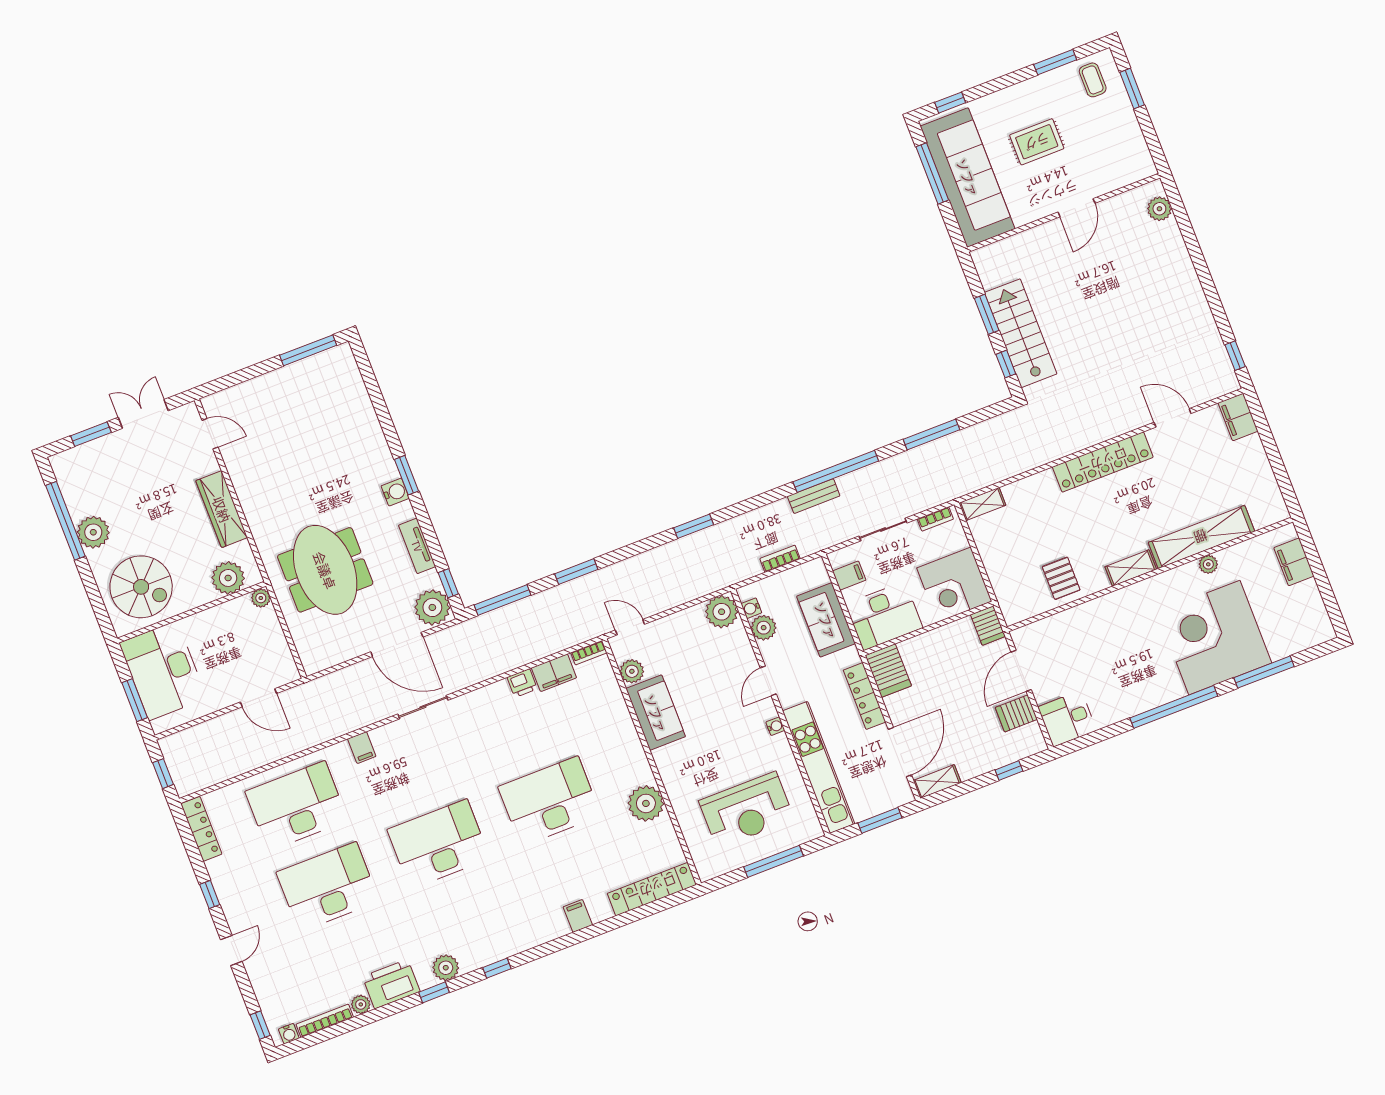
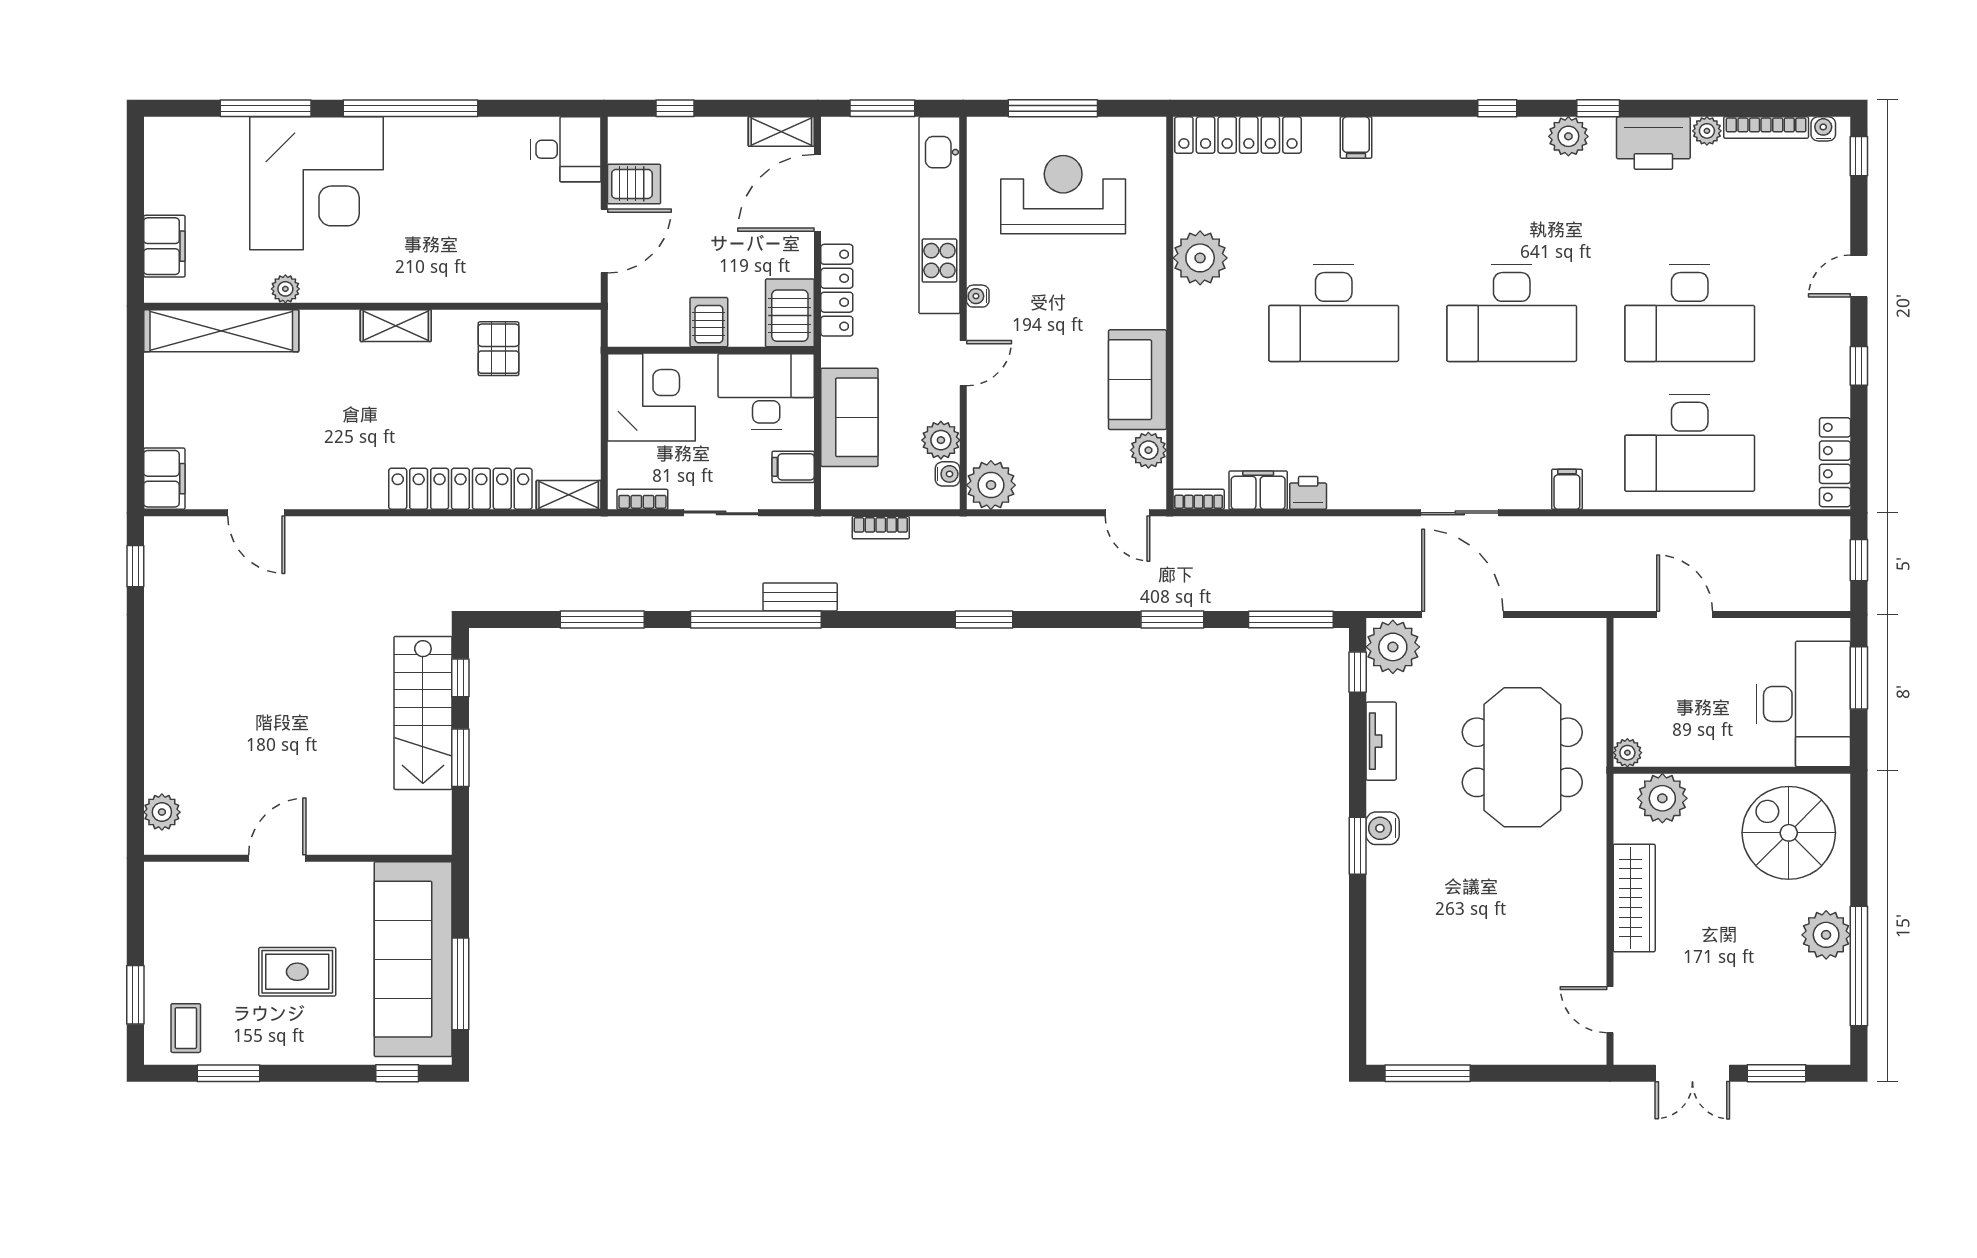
locker: (1103, 462) -> (460, 489), moved
shelving: (1201, 537) -> (221, 331), moved
server rack: (988, 626) -> (709, 322), moved

